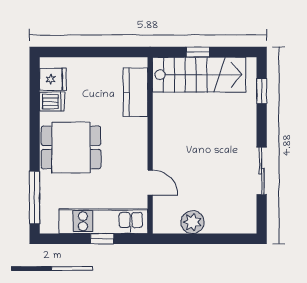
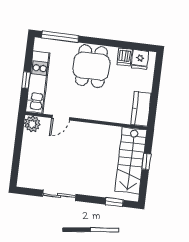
kitchen counter: (136, 92) -> (141, 109), moved, turned -90
plant: (192, 222) -> (32, 124), moved

